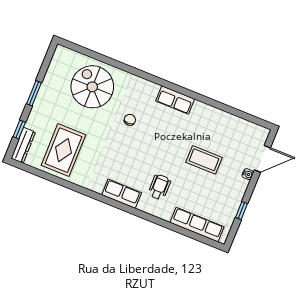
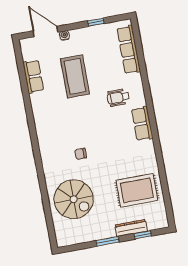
spiral stairs: (92, 87) -> (74, 199), turned -90
row of seats: (175, 100) -> (33, 76), moved
dresser: (23, 145) -> (131, 228), moved
coffee table: (204, 160) -> (75, 76), width x1.36, depth x1.32

